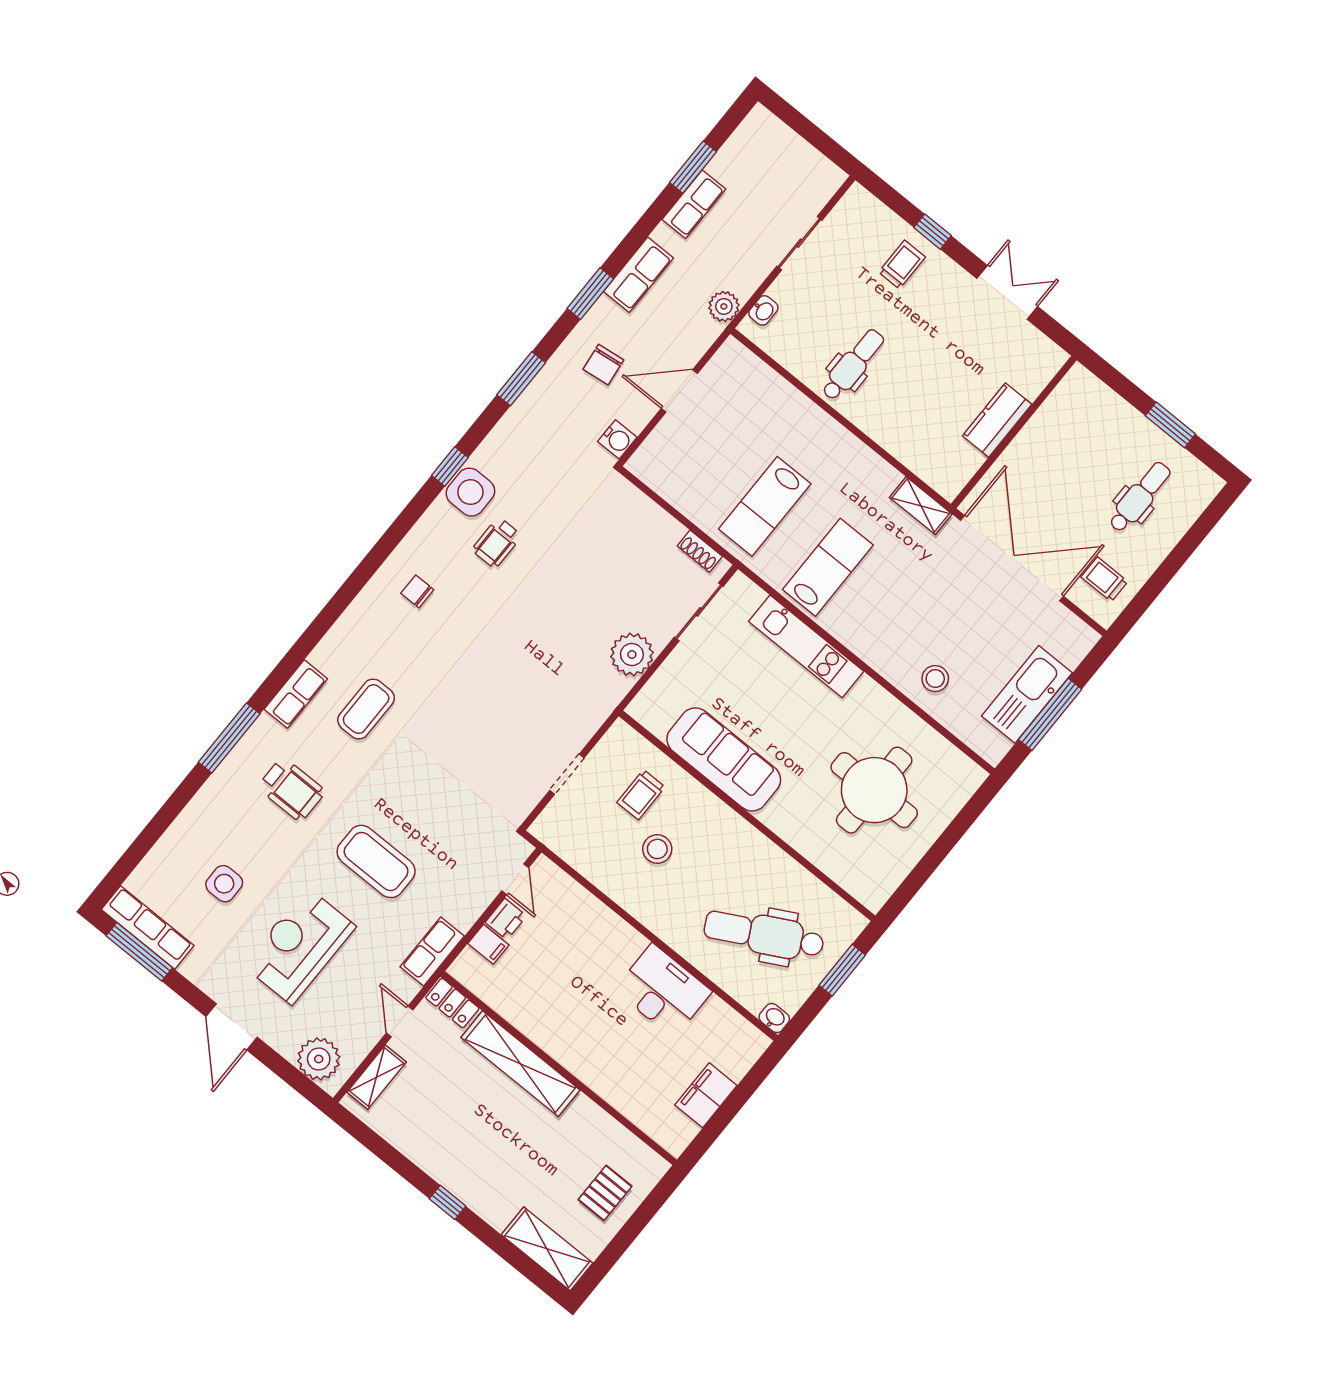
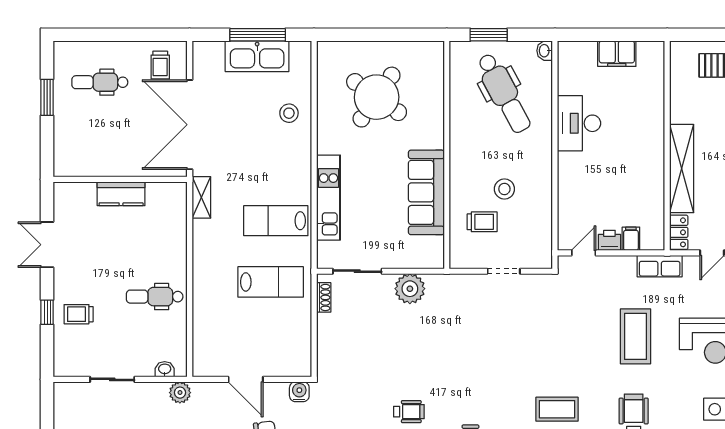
round table: (874, 790) -> (377, 97), turned 35

